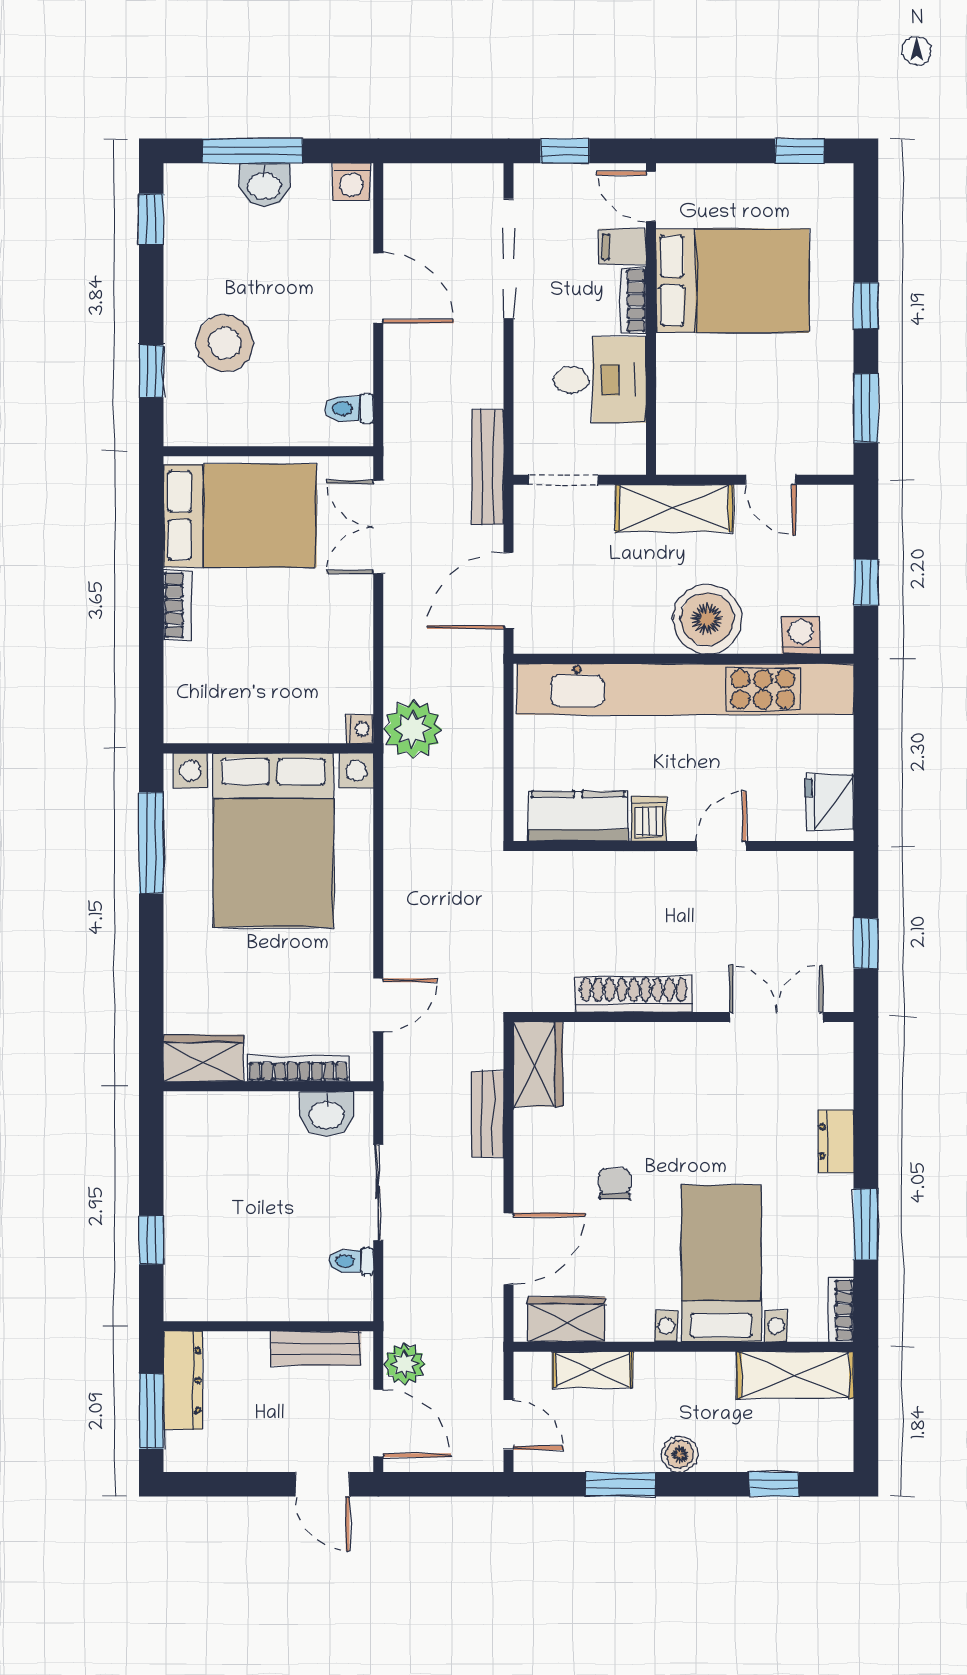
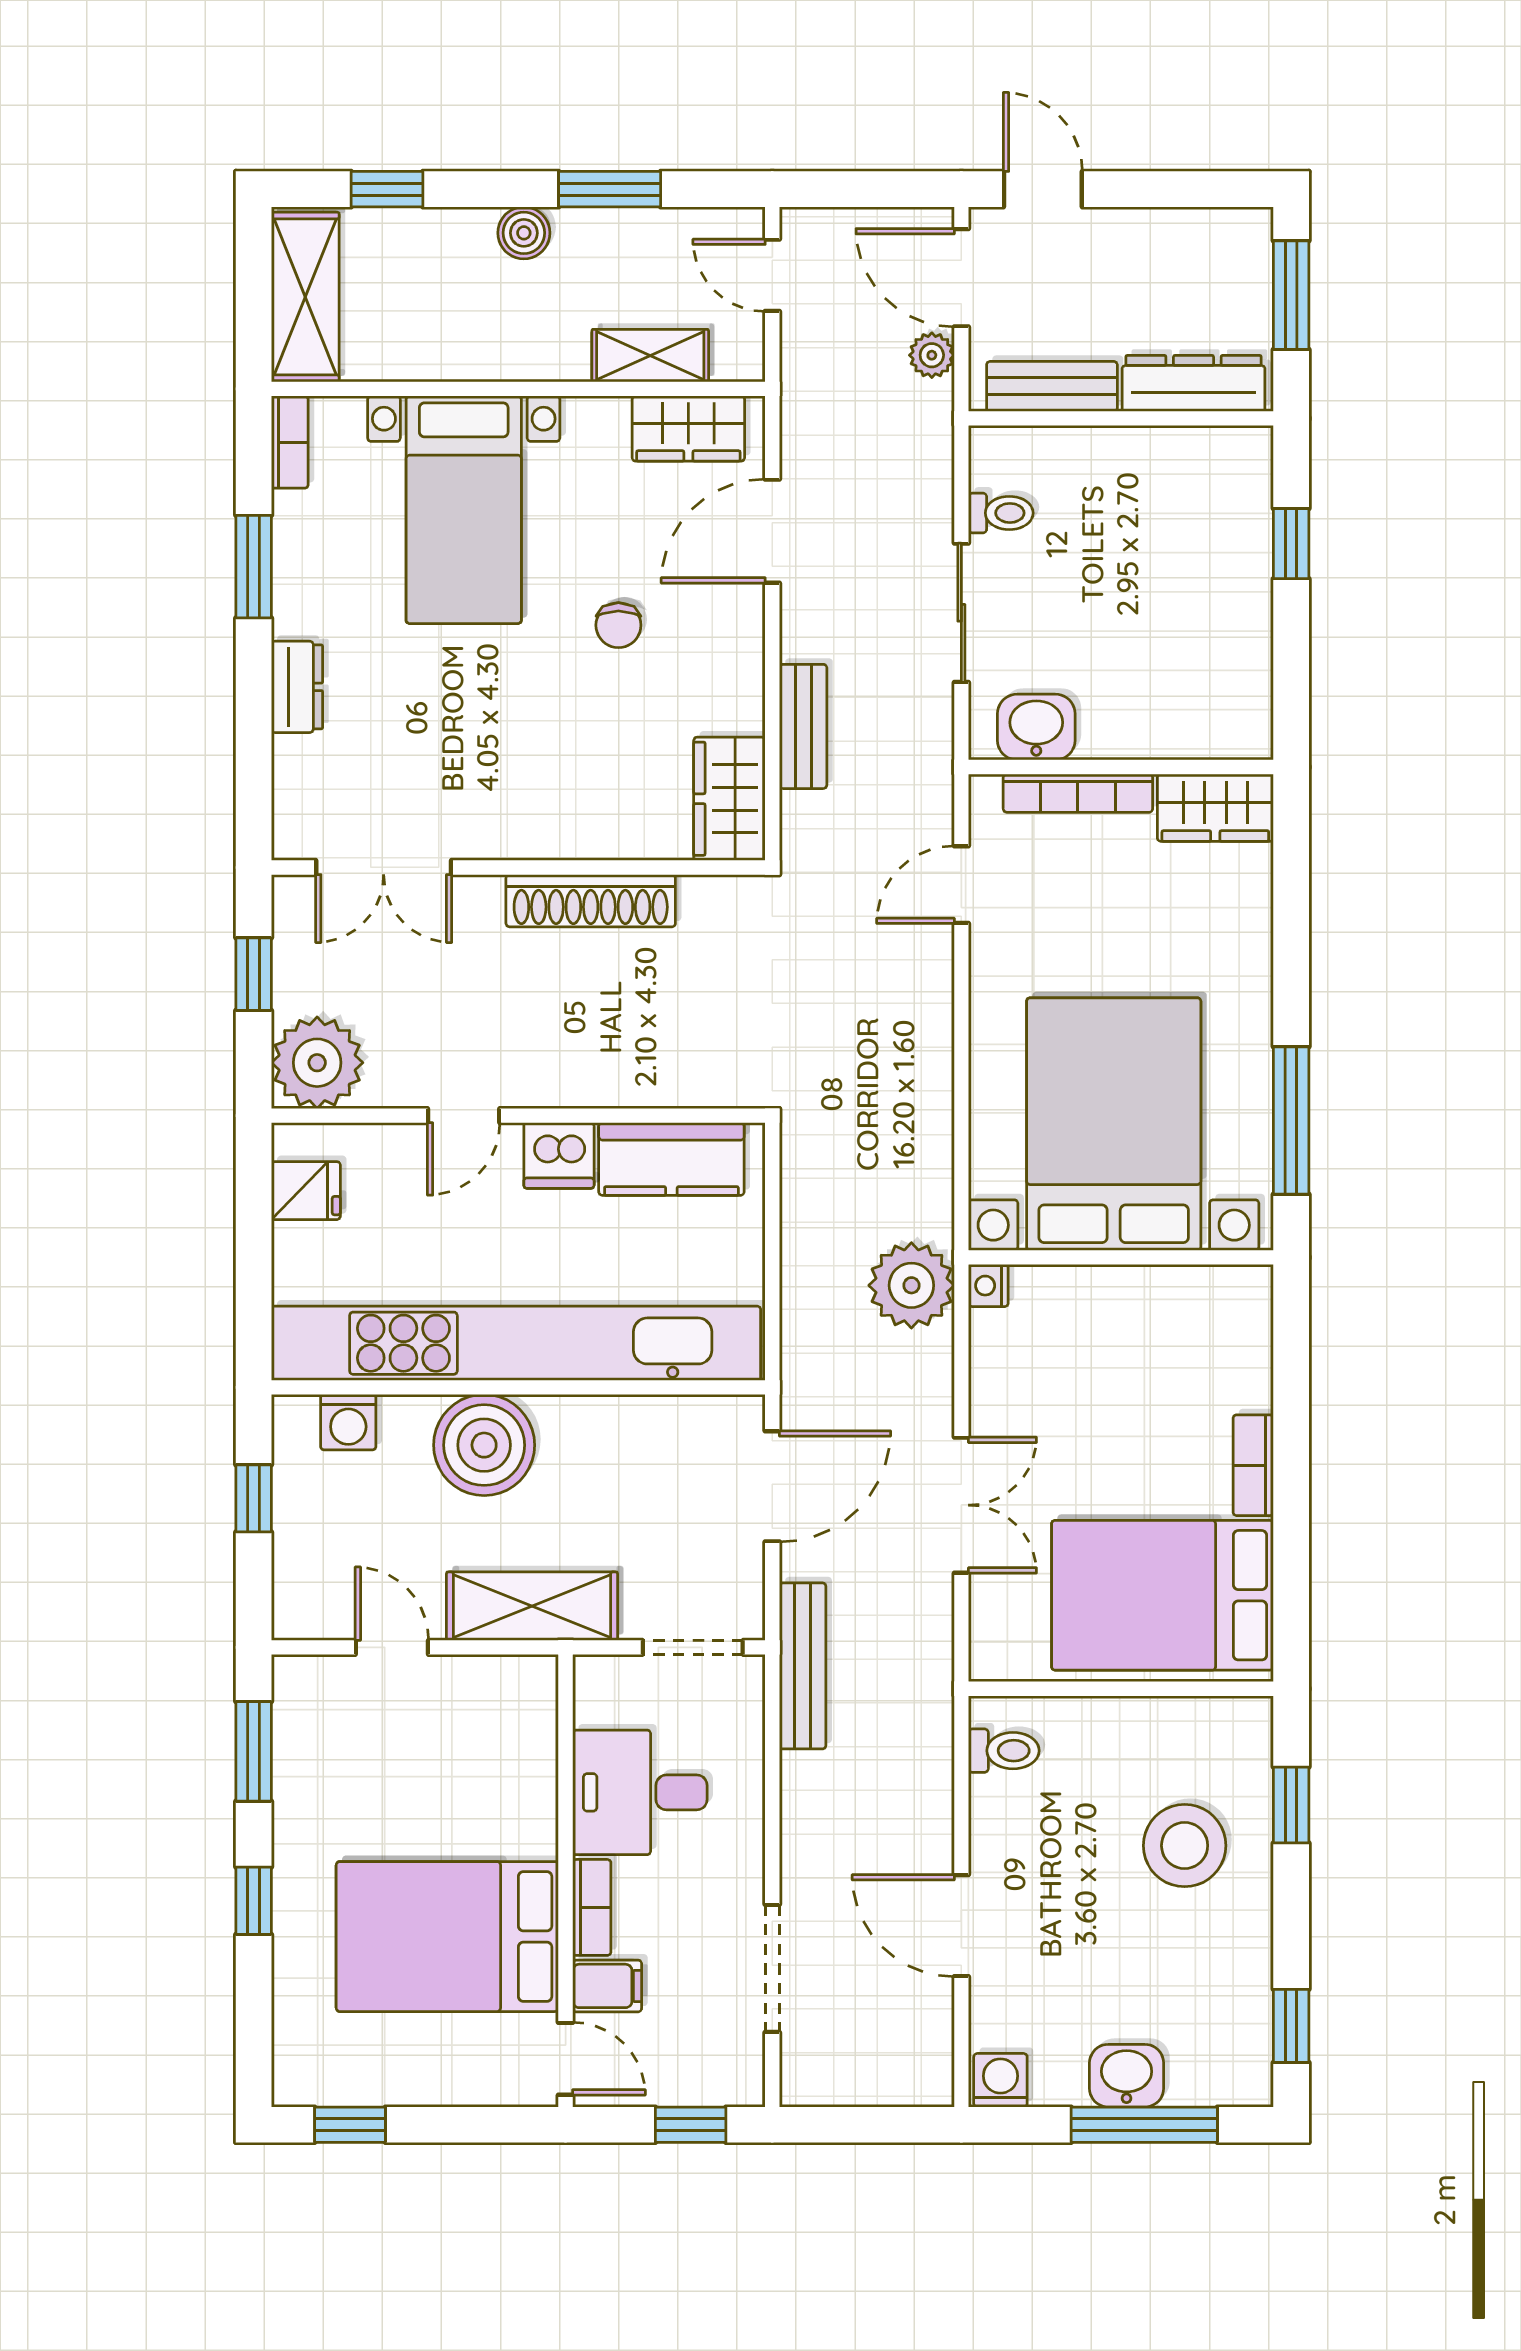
doorway: (509, 259) -> (772, 1968), width x0.73
double door: (378, 527) -> (961, 1505), moved
fridge: (830, 802) -> (306, 1191), width x0.72
dishwasher: (649, 819) -> (559, 1156), width x1.38
plant: (822, 883) -> (317, 1063), added
plant: (405, 1364) -> (932, 355), width x0.73, depth x0.73
shelving: (795, 1375) -> (305, 297), moved, turned 90
dresser: (183, 1380) -> (1193, 383), moved, turned 90

